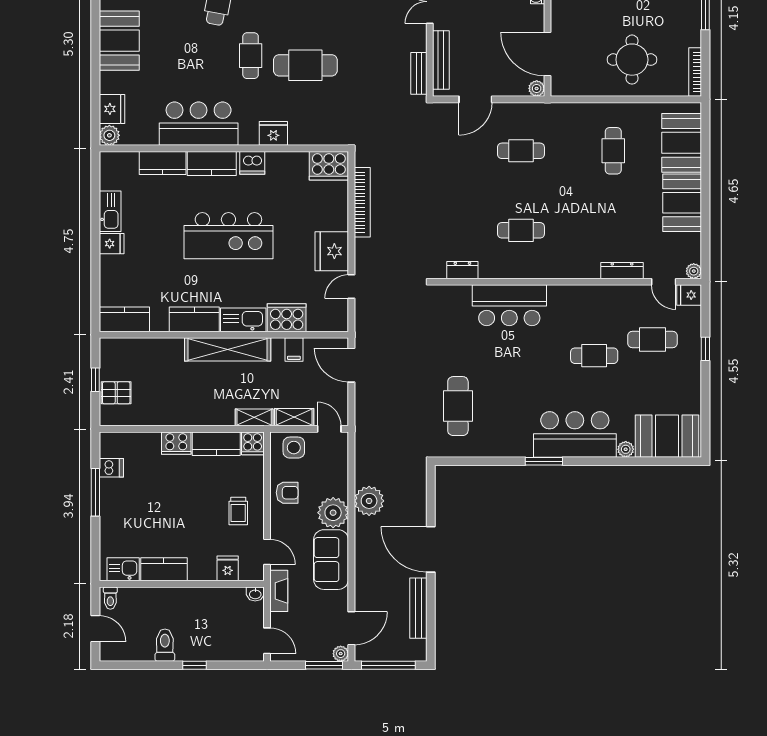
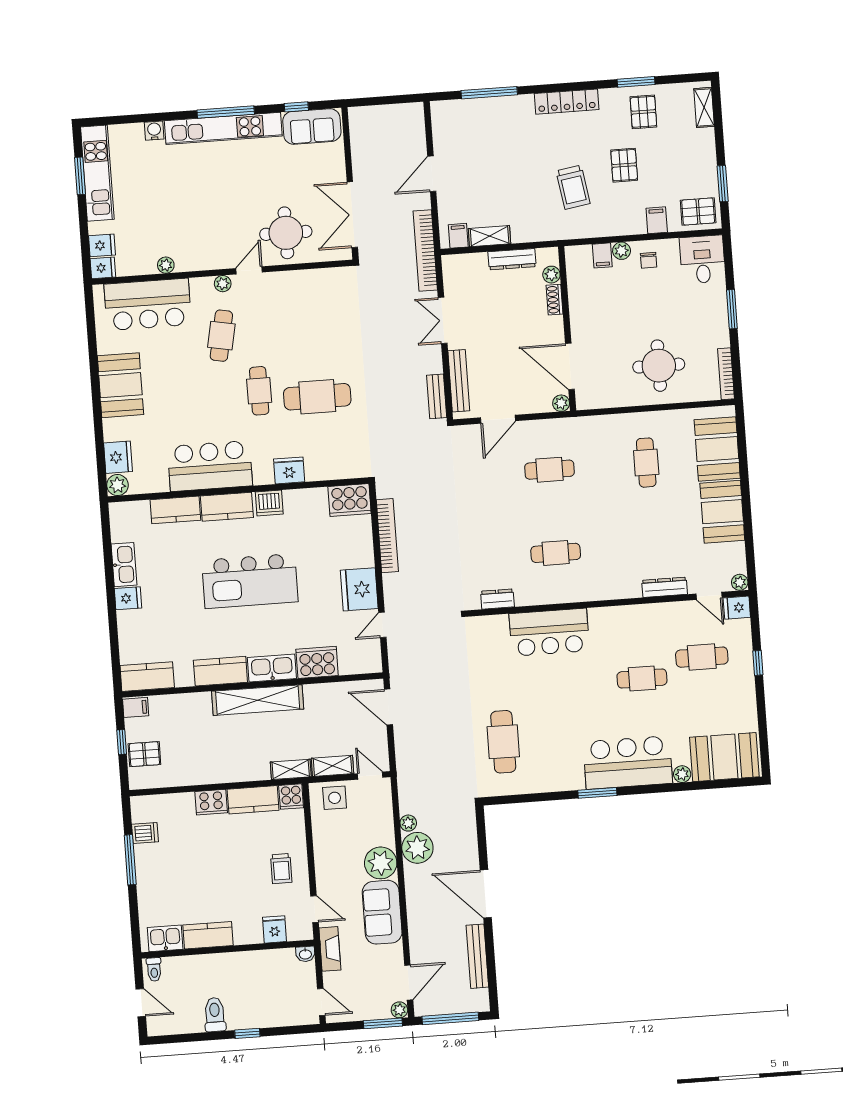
filing cabinet: (294, 350) -> (136, 707), moved, turned -90
plant: (362, 477) -> (408, 823), added
armchair: (287, 493) -> (331, 846), removed

